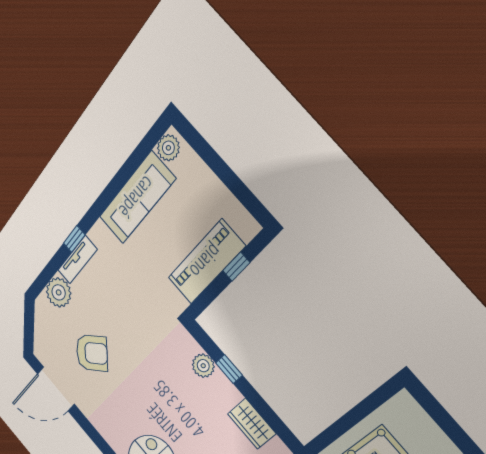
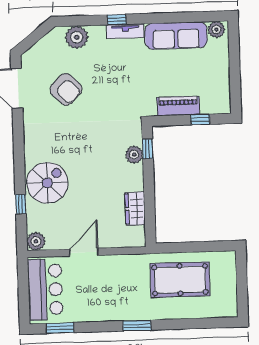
tv unit: (77, 260) -> (125, 31), moved
piano: (206, 262) -> (178, 106), width x0.73, depth x0.75
window: (229, 369) -> (148, 149), moved

